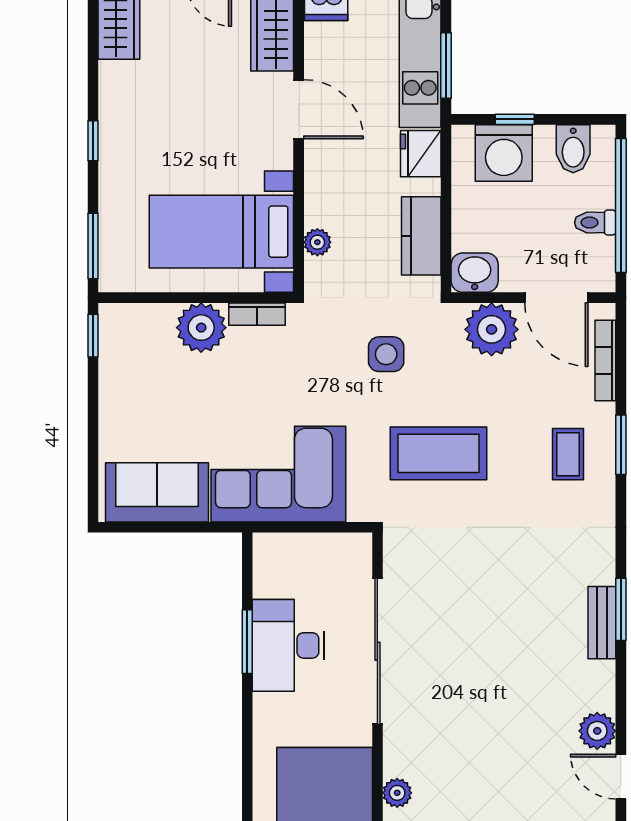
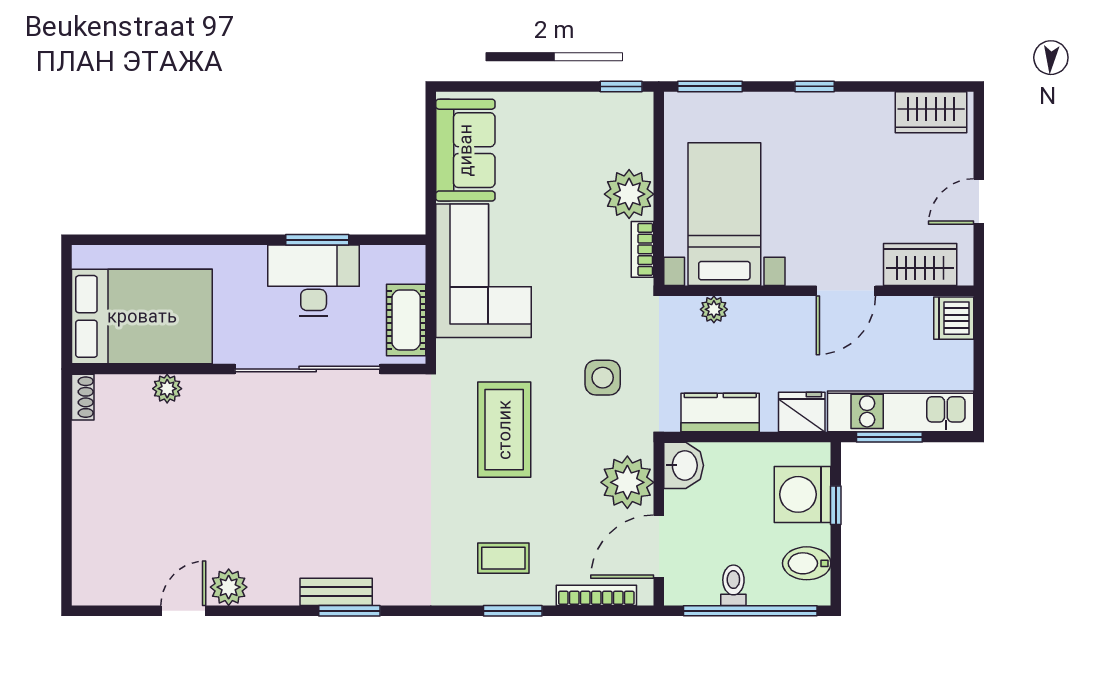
cot: (328, 552) -> (406, 320), added

